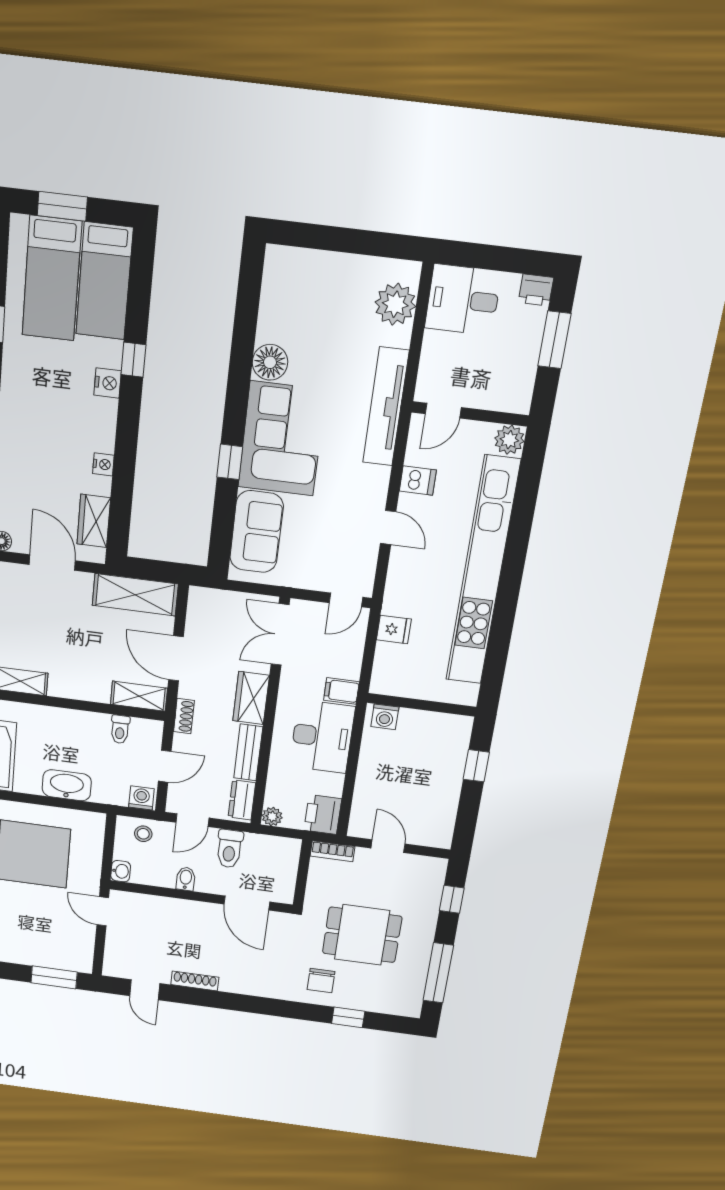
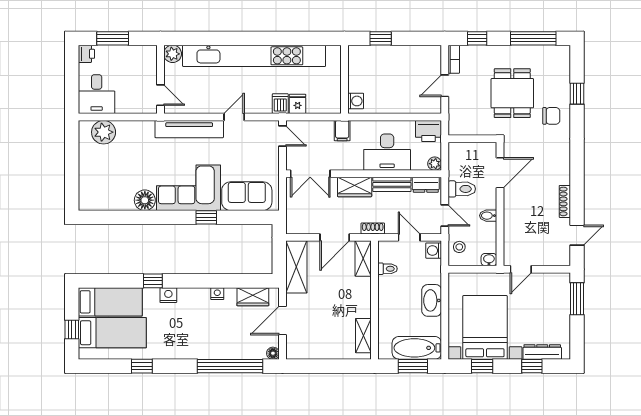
window: (62, 206) -> (72, 329), width x0.67
tv unit: (386, 407) -> (189, 129), moved
dishwasher: (418, 481) -> (280, 104), moved
desk: (322, 737) -> (387, 152), moved, turned 180
bookcase: (332, 851) -> (454, 59), moved

